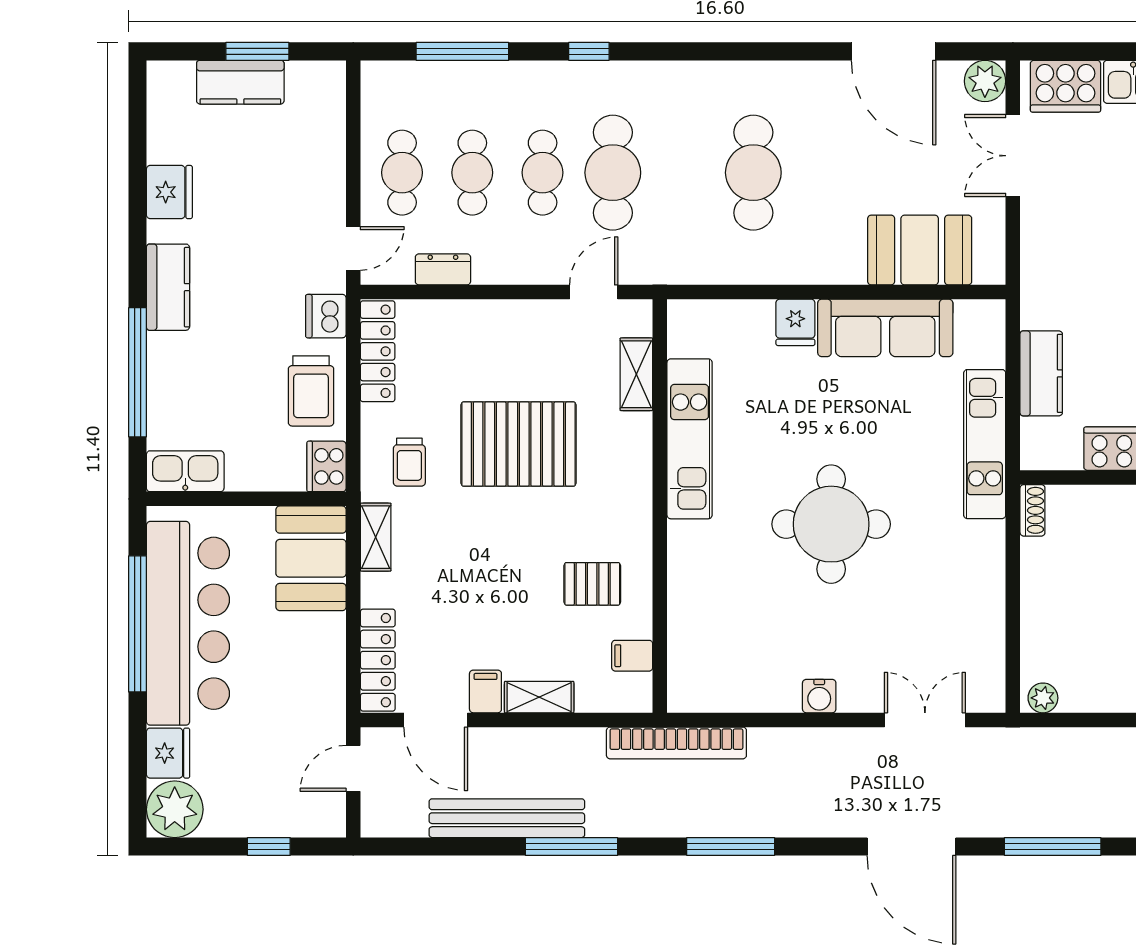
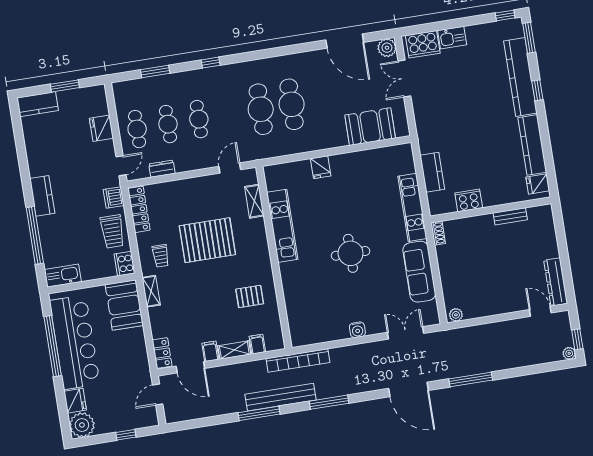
window: (462, 51) -> (155, 71), width x0.69
kitchen counter: (240, 82) -> (38, 104), moved
cafe table: (613, 173) -> (261, 109), moved
fridge: (169, 192) -> (101, 128), moved, turned 180
sofa: (885, 328) -> (419, 272), moved, turned 90
round table: (831, 524) -> (351, 253), width x0.73, depth x0.73
filing cabinet: (632, 656) -> (257, 344), moved, turned 90
locker: (378, 660) -> (162, 353), width x0.66
bench: (507, 818) -> (281, 397), moved

